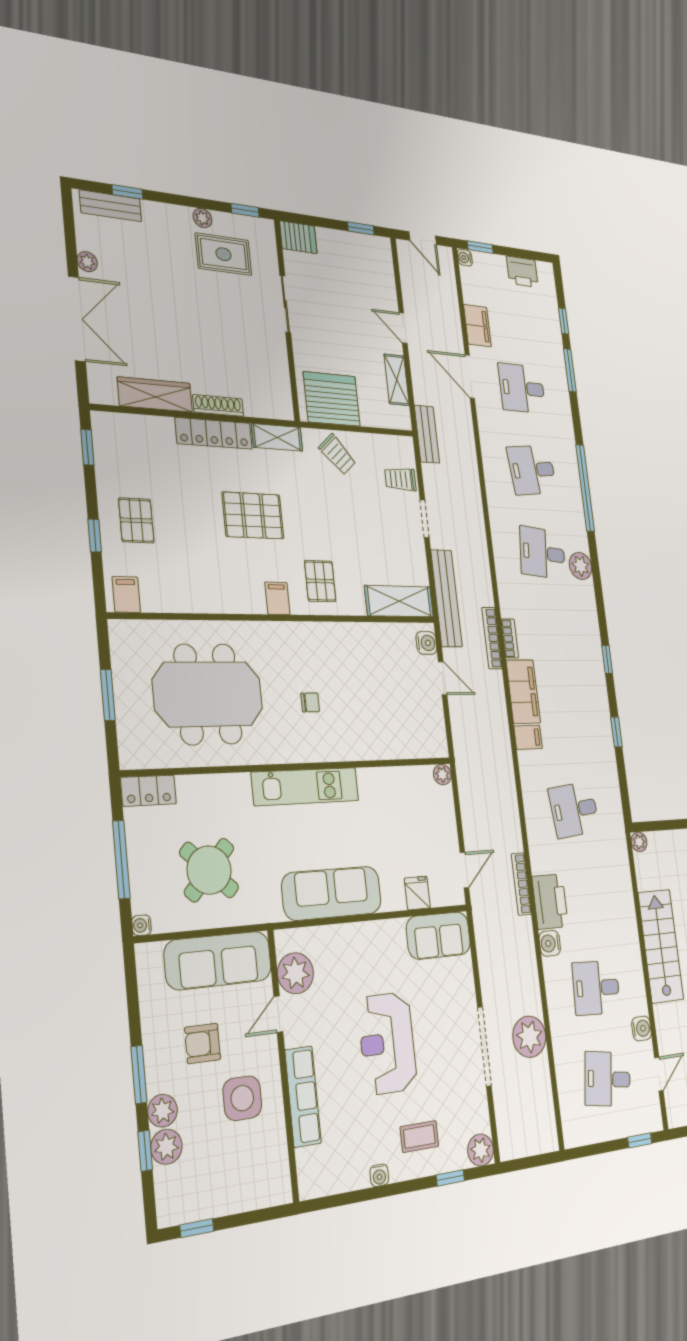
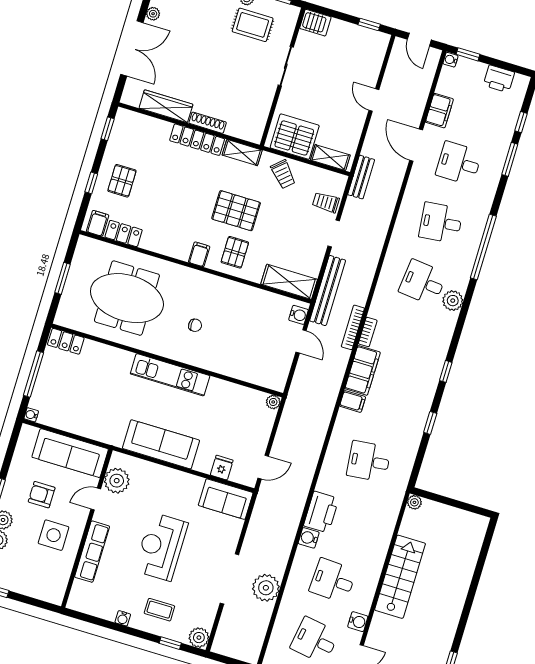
shelving: (397, 380) -> (330, 157), moved, turned 90
pallet: (253, 516) -> (236, 211), moved
locker: (168, 599) -> (124, 233), added
round table: (209, 870) -> (86, 400), removed
bookcase: (521, 884) -> (303, 492), removed

